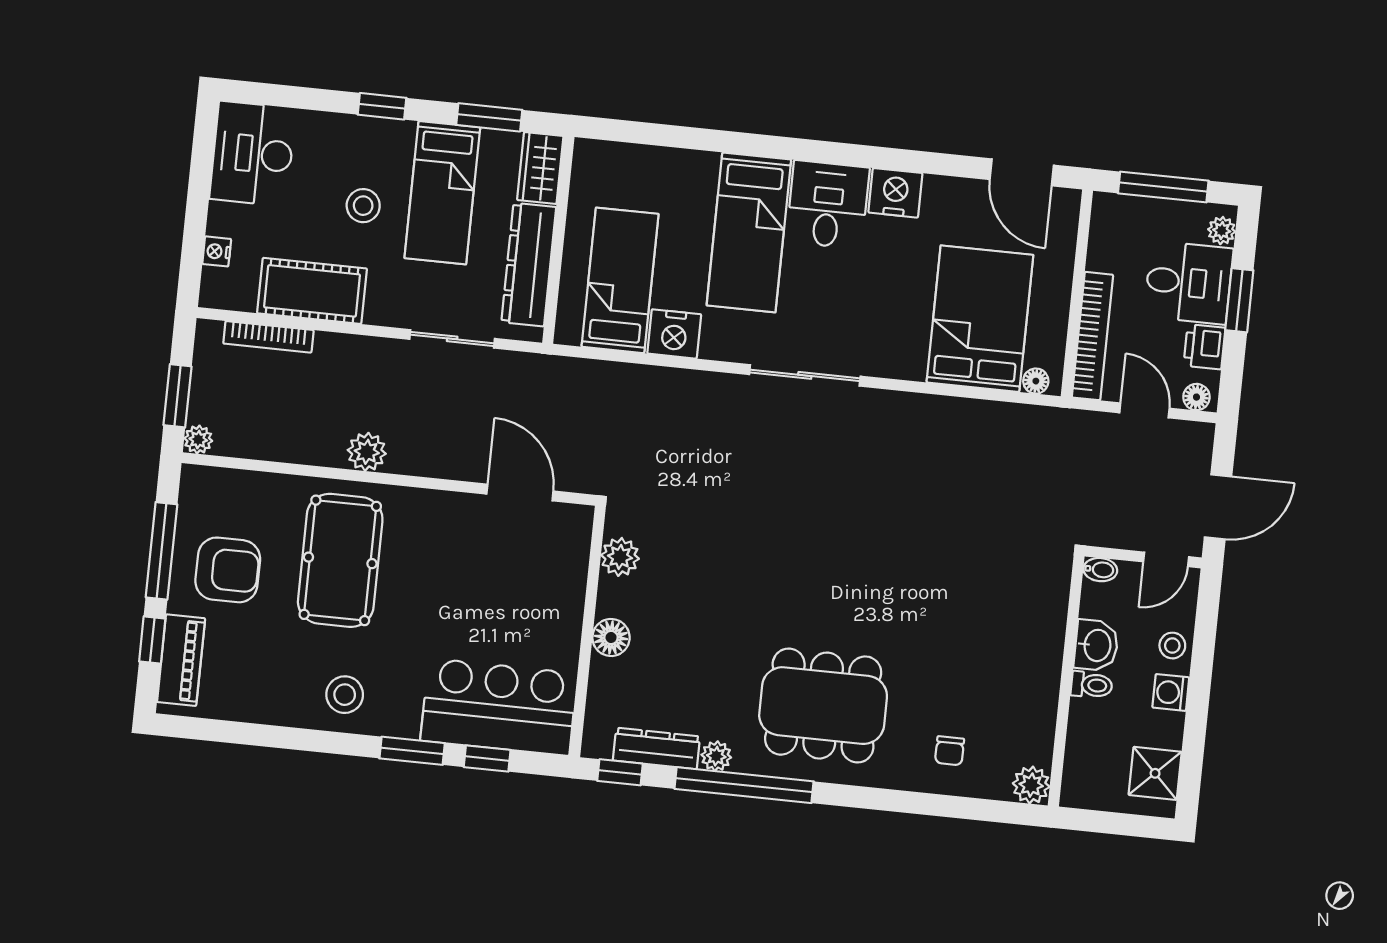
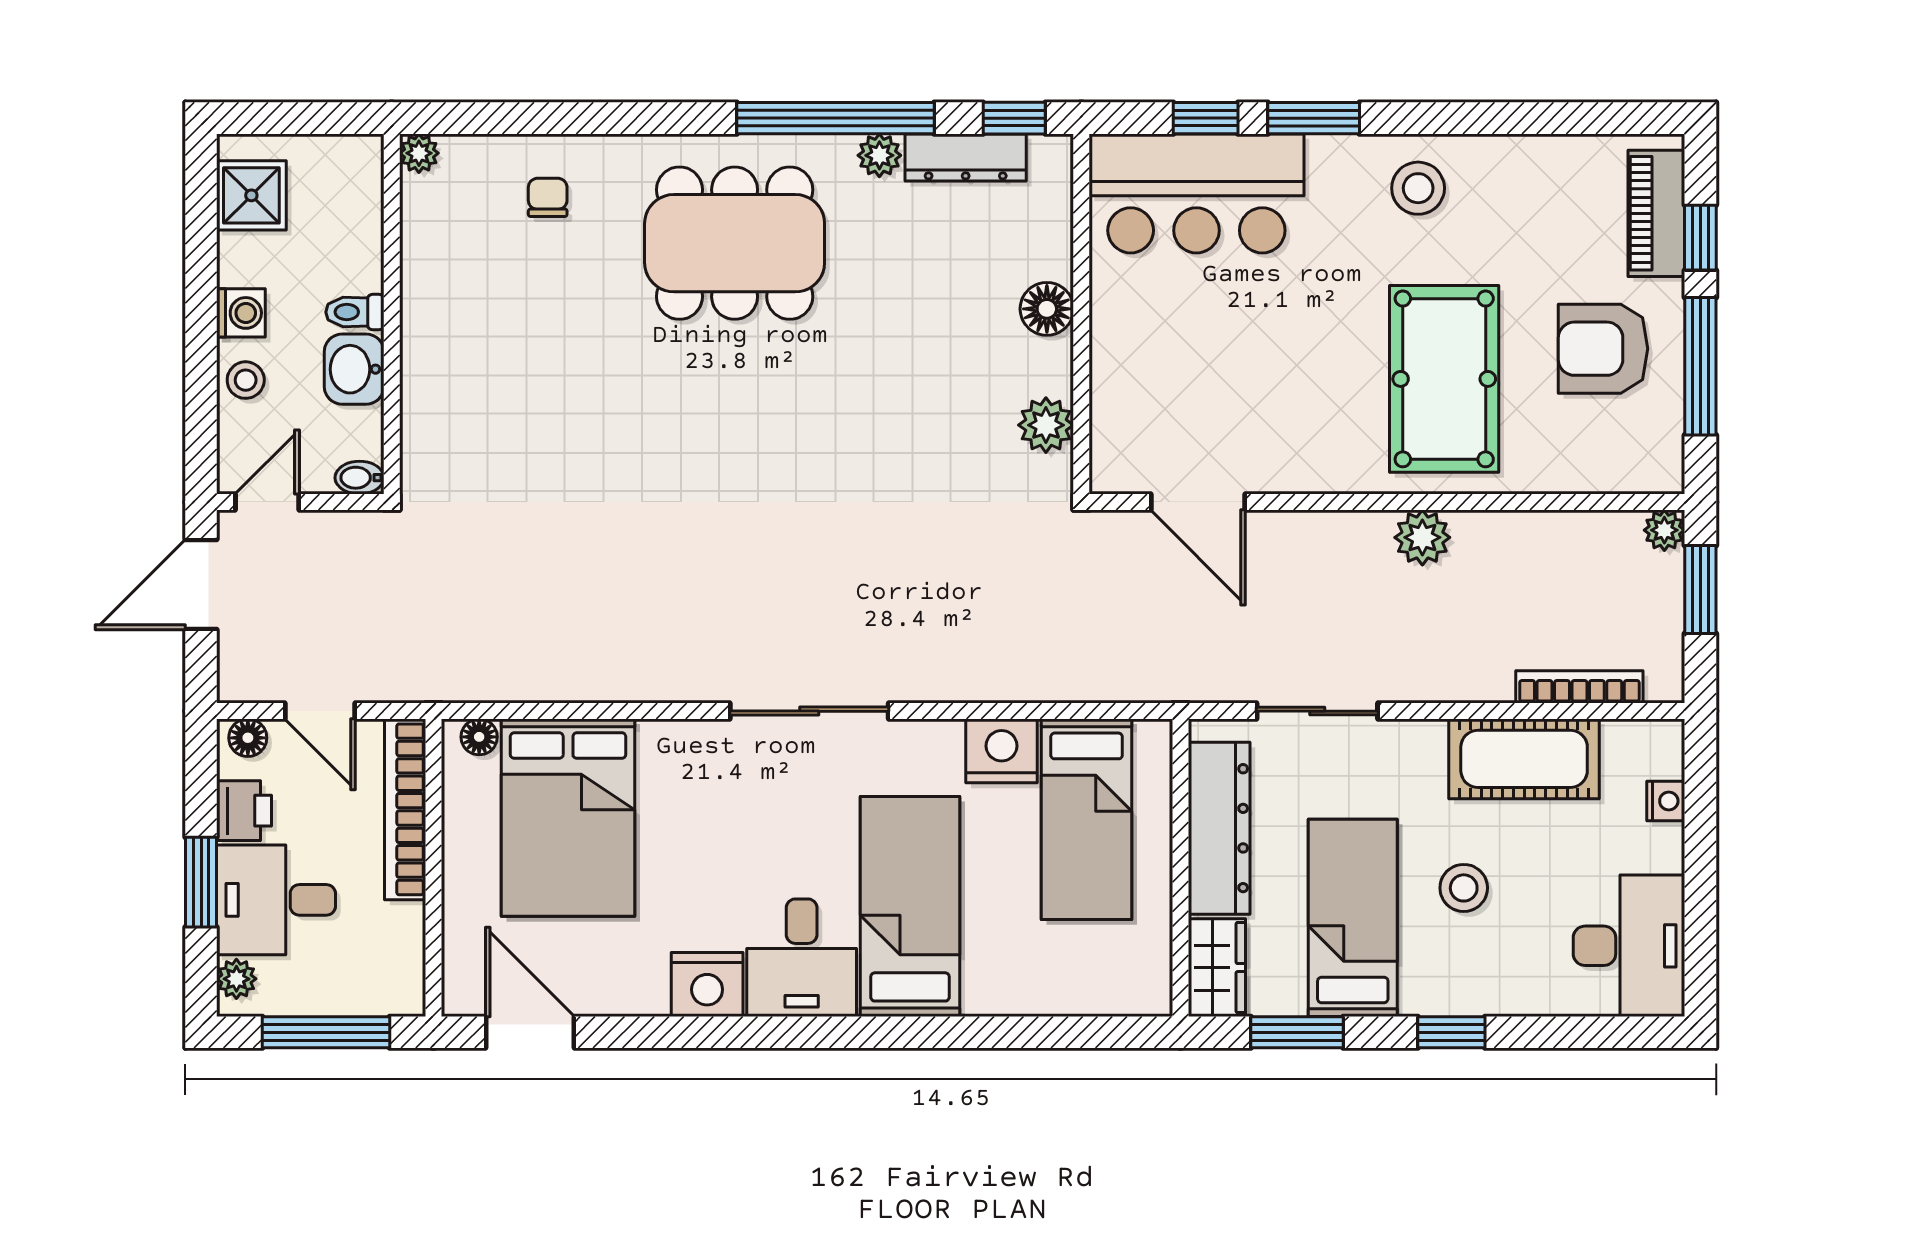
plant: (1031, 785) -> (419, 153), width x0.73, depth x0.73

